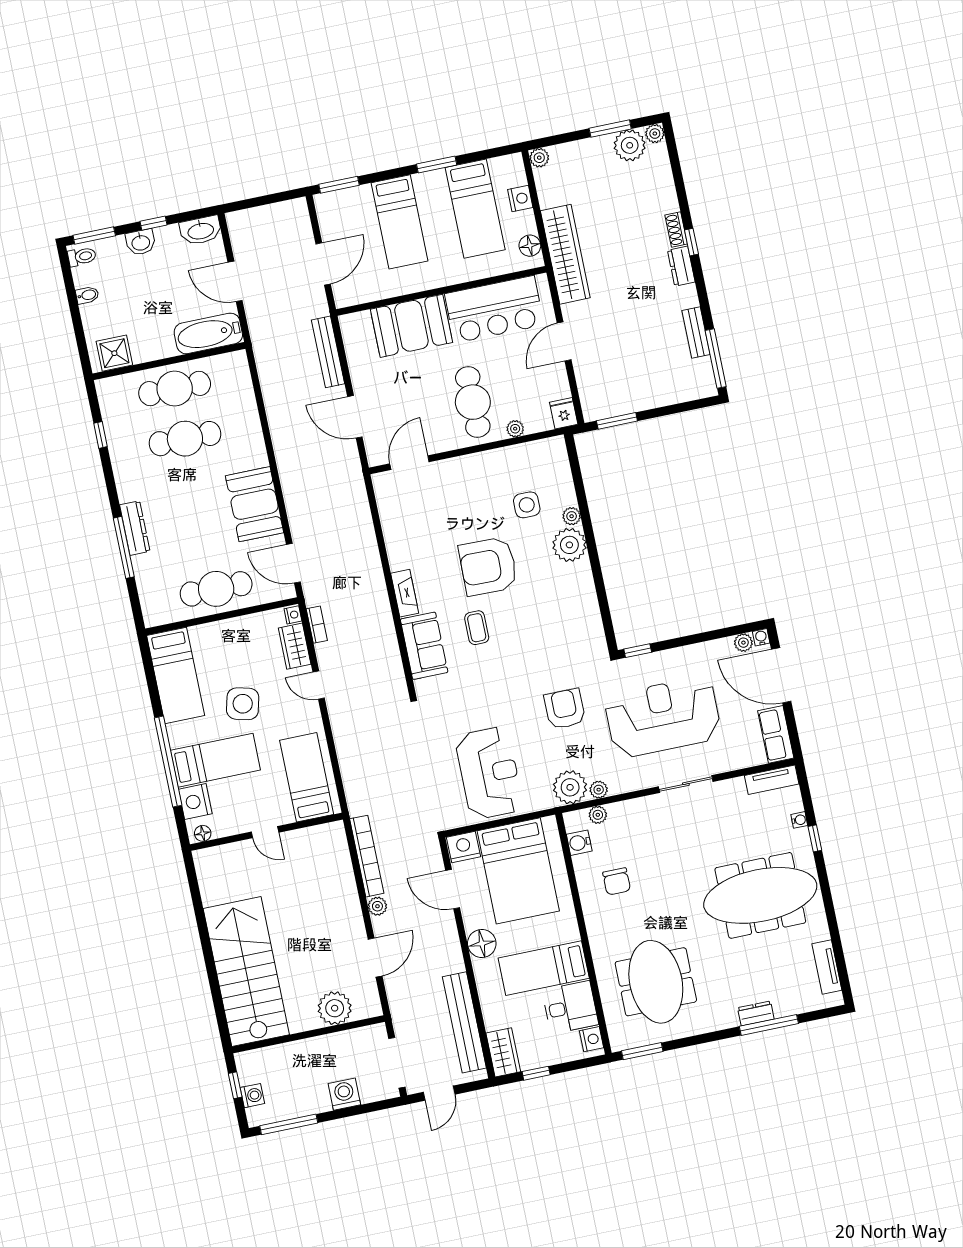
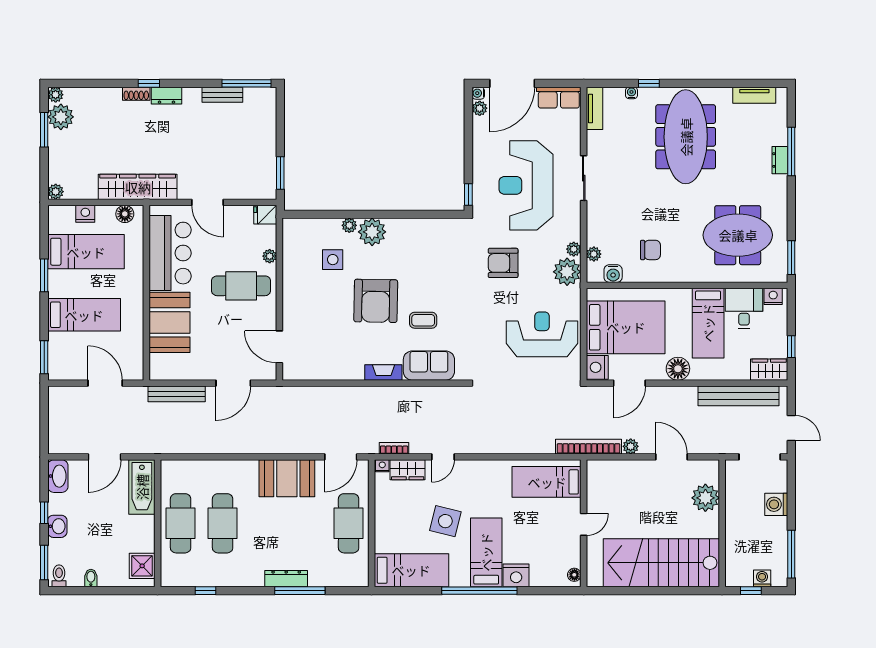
bed: (307, 777) -> (547, 482), moved
door: (265, 832) -> (584, 524), moved
wall: (266, 832) -> (584, 523), moved
floor lamp: (203, 833) -> (574, 575), moved

